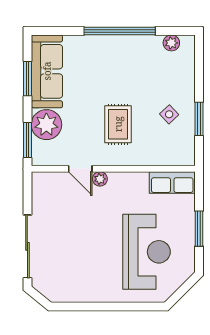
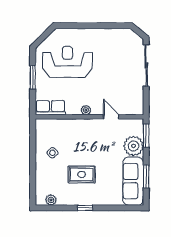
window: (120, 31) -> (85, 208), width x0.32
window: (199, 119) -> (33, 150), removed
rug: (118, 124) -> (82, 174), moved, turned 90
plant: (100, 179) -> (86, 110), moved
reception desk: (146, 252) -> (67, 62), turned 90

